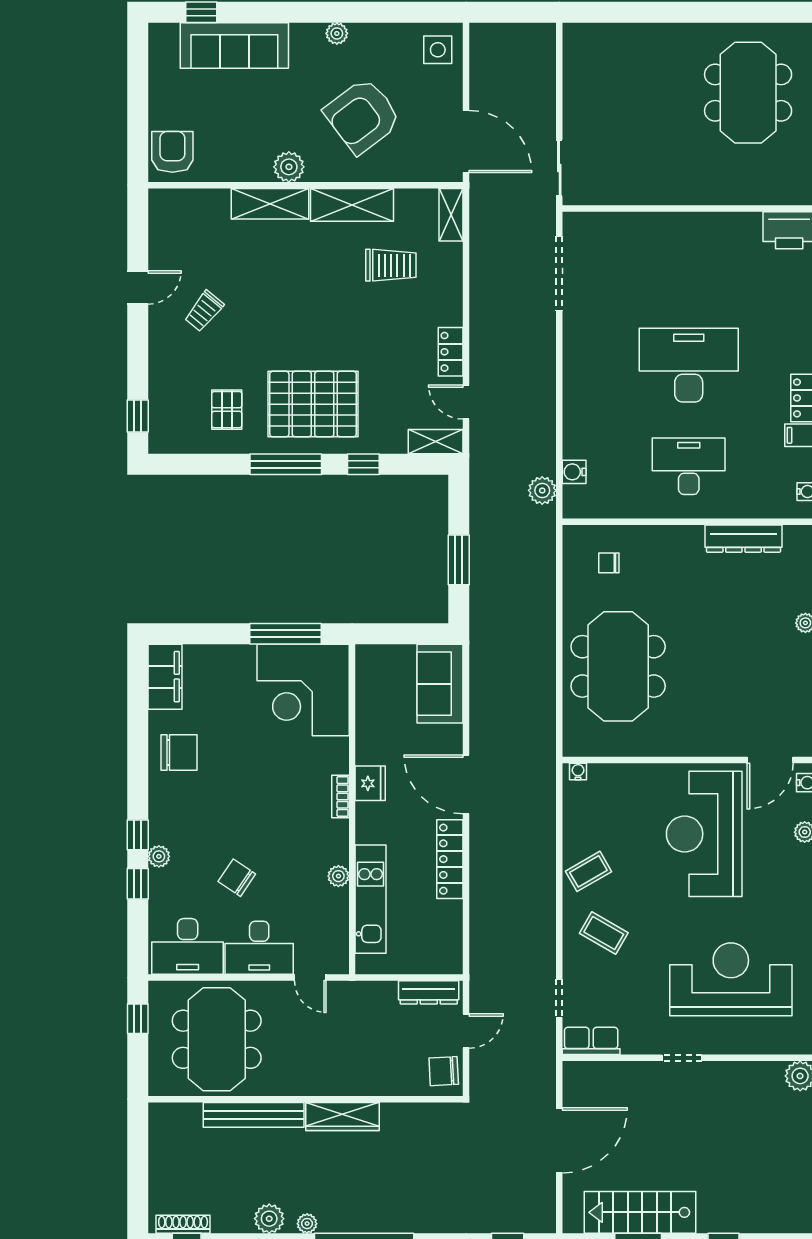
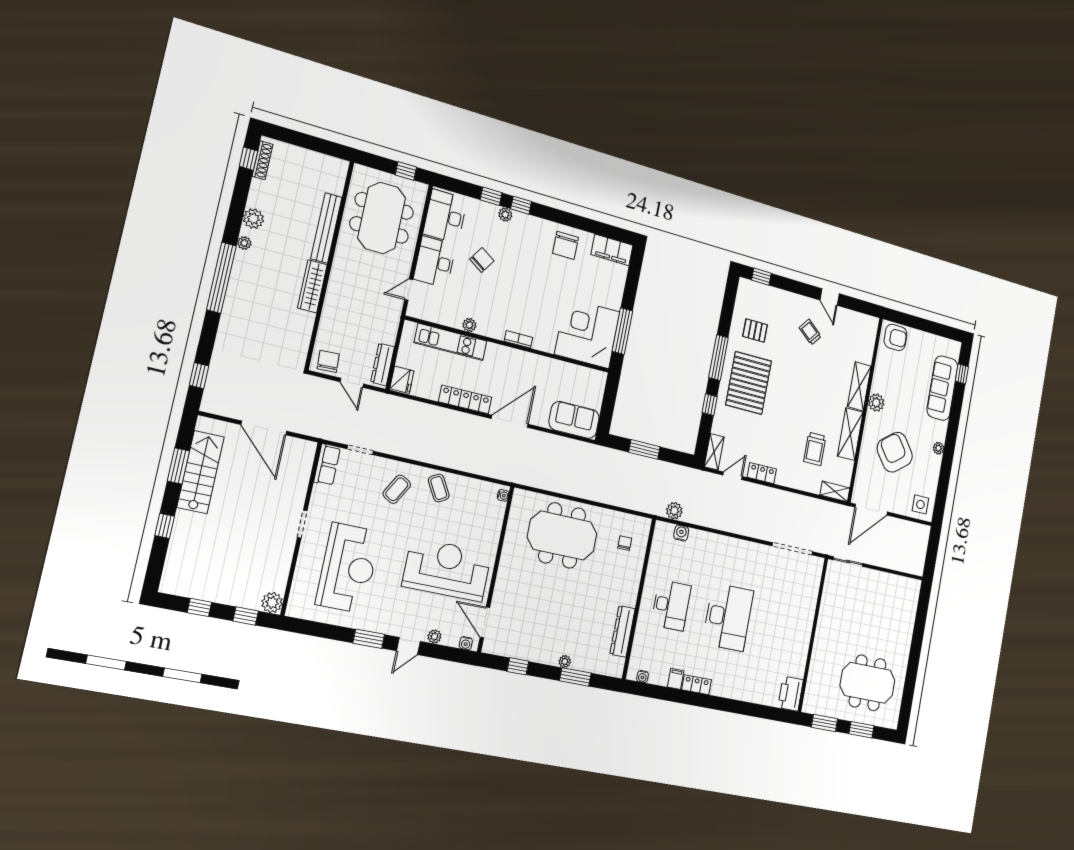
fridge: (370, 783) -> (402, 380), moved, turned -90
meeting table: (217, 1039) -> (382, 218), turned 90

